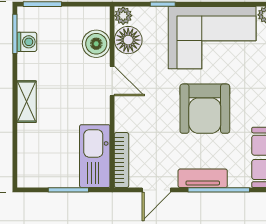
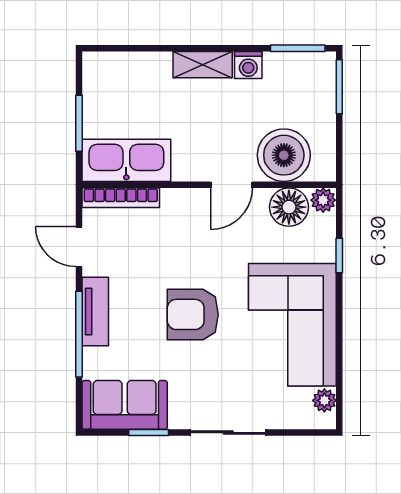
washing machine: (27, 42) -> (248, 65), moved
boiler: (96, 44) -> (284, 155), width x1.37, depth x1.37
armchair: (205, 109) -> (193, 314), width x0.73, depth x0.73

